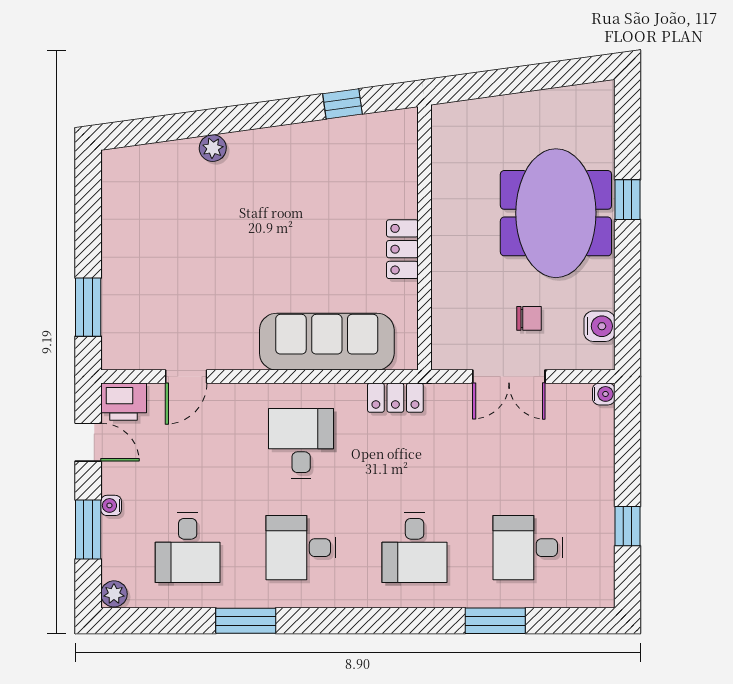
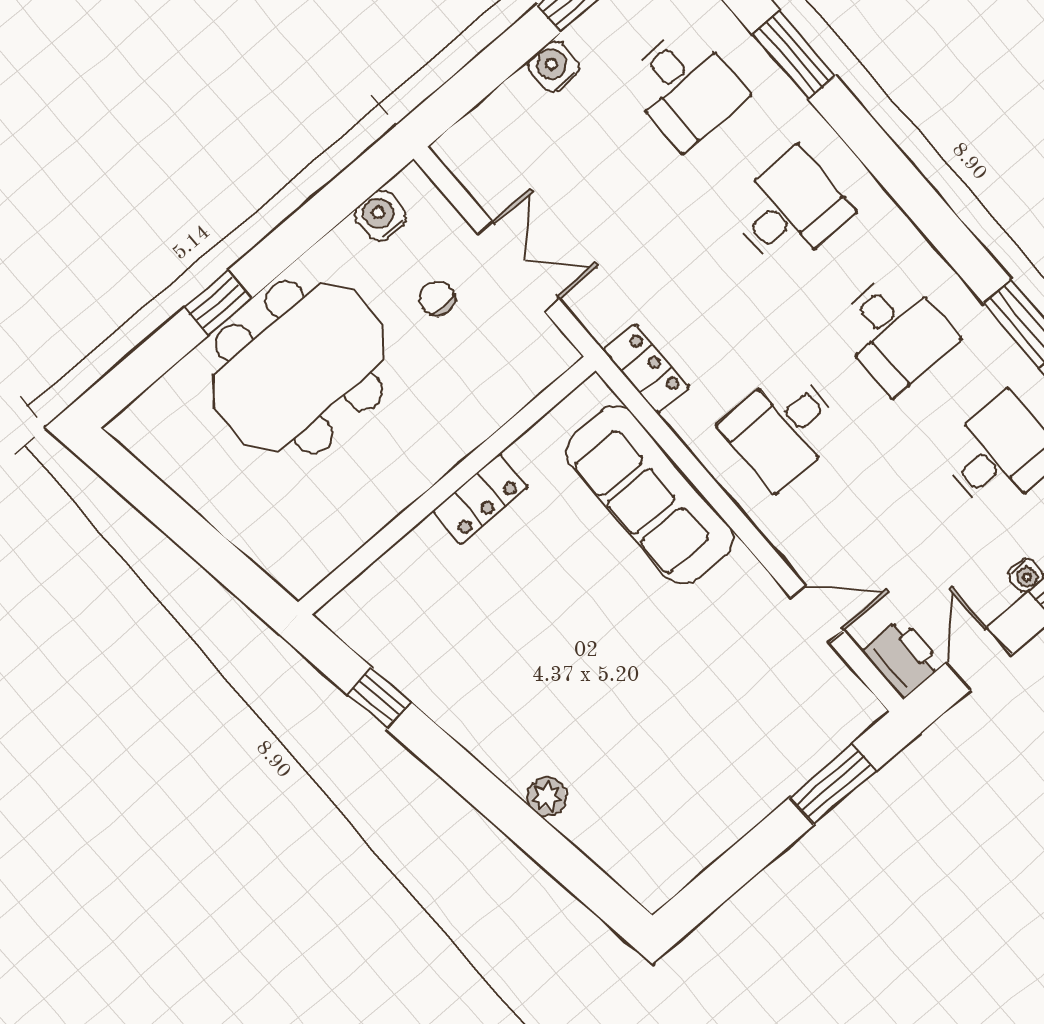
water cooler: (604, 394) -> (554, 67), moved, width x1.38, depth x1.38

